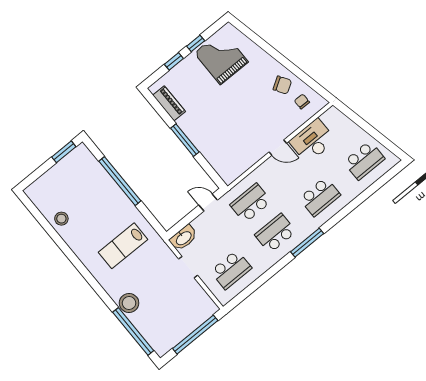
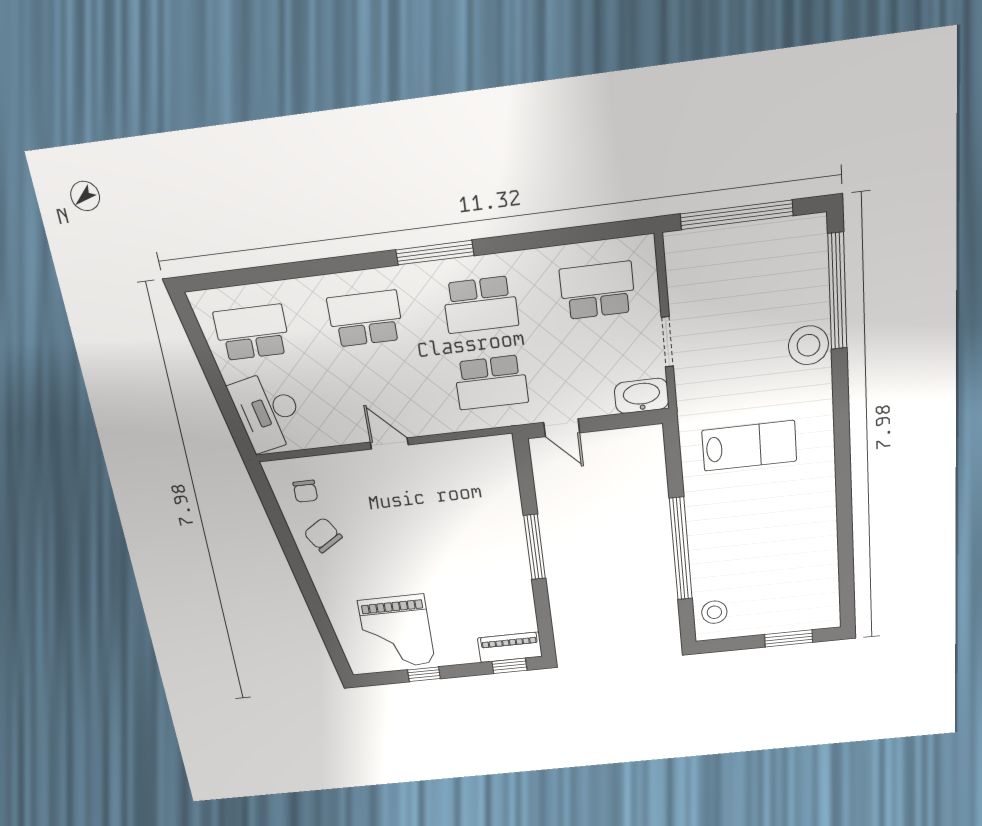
window: (174, 61) -> (510, 666), moved
piano: (169, 103) -> (510, 647), moved, turned 90
desk: (312, 141) -> (268, 412), moved, turned 78
window: (64, 152) -> (789, 638), moved
stool: (61, 219) -> (714, 612), moved

